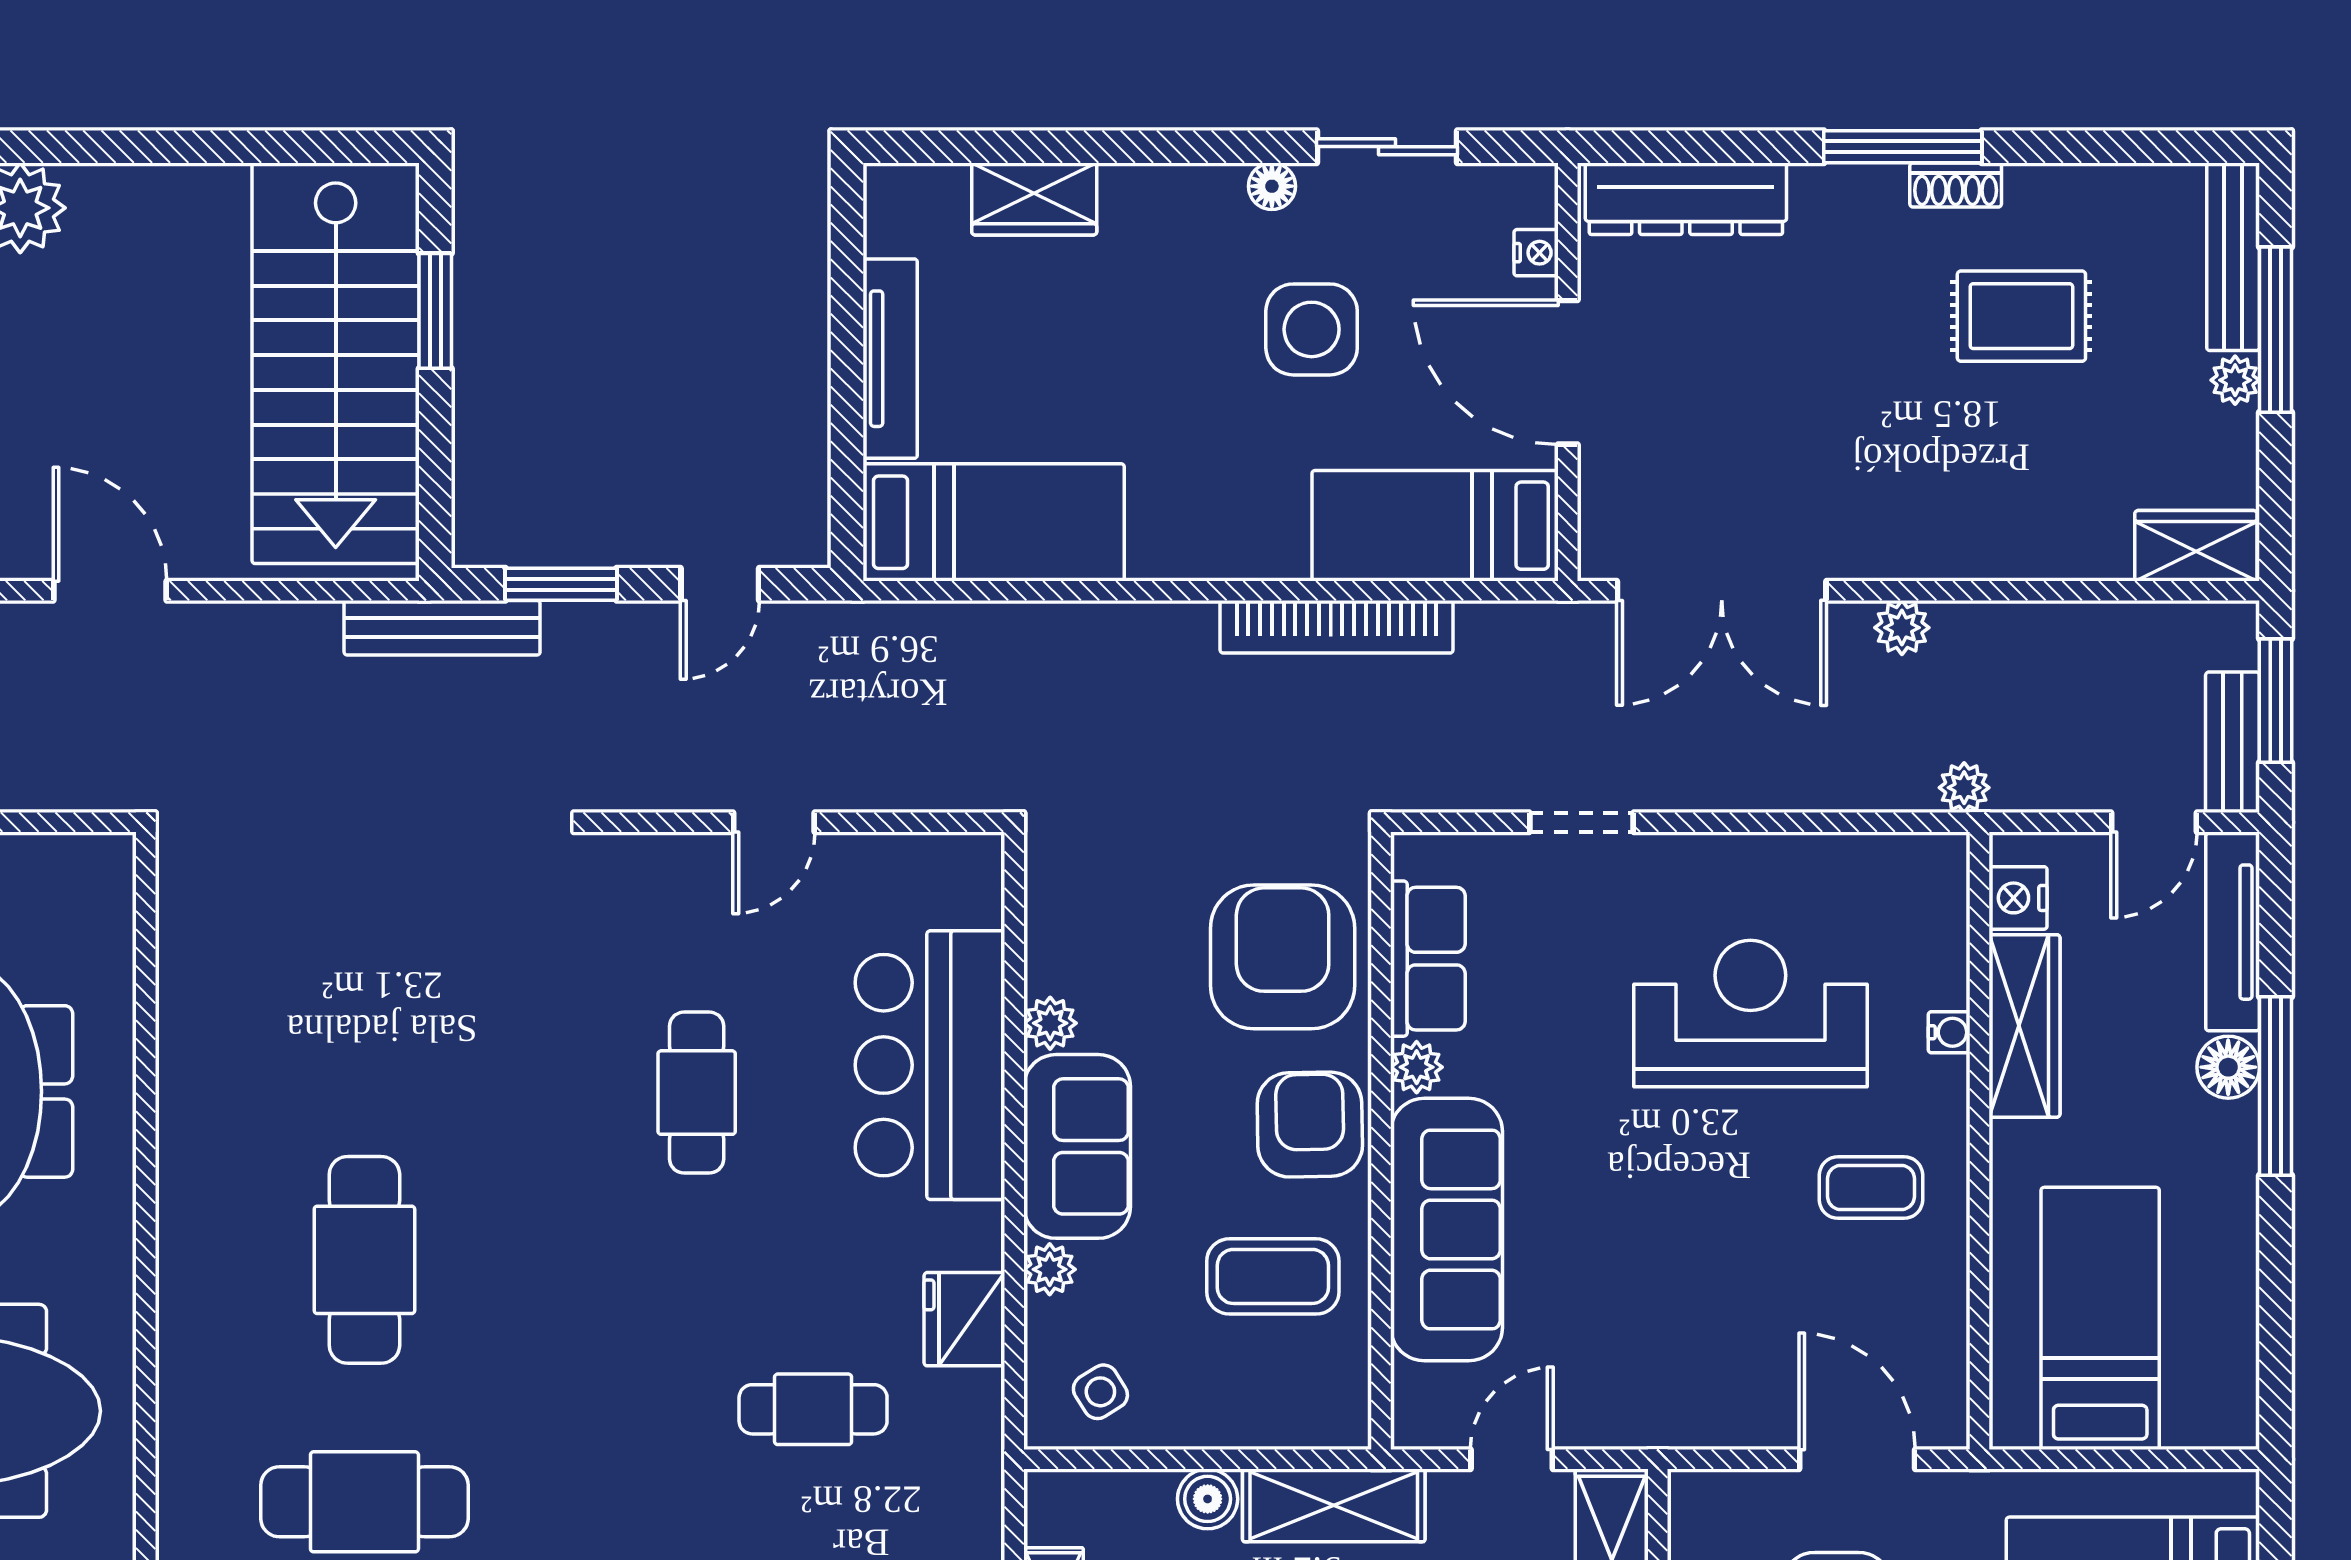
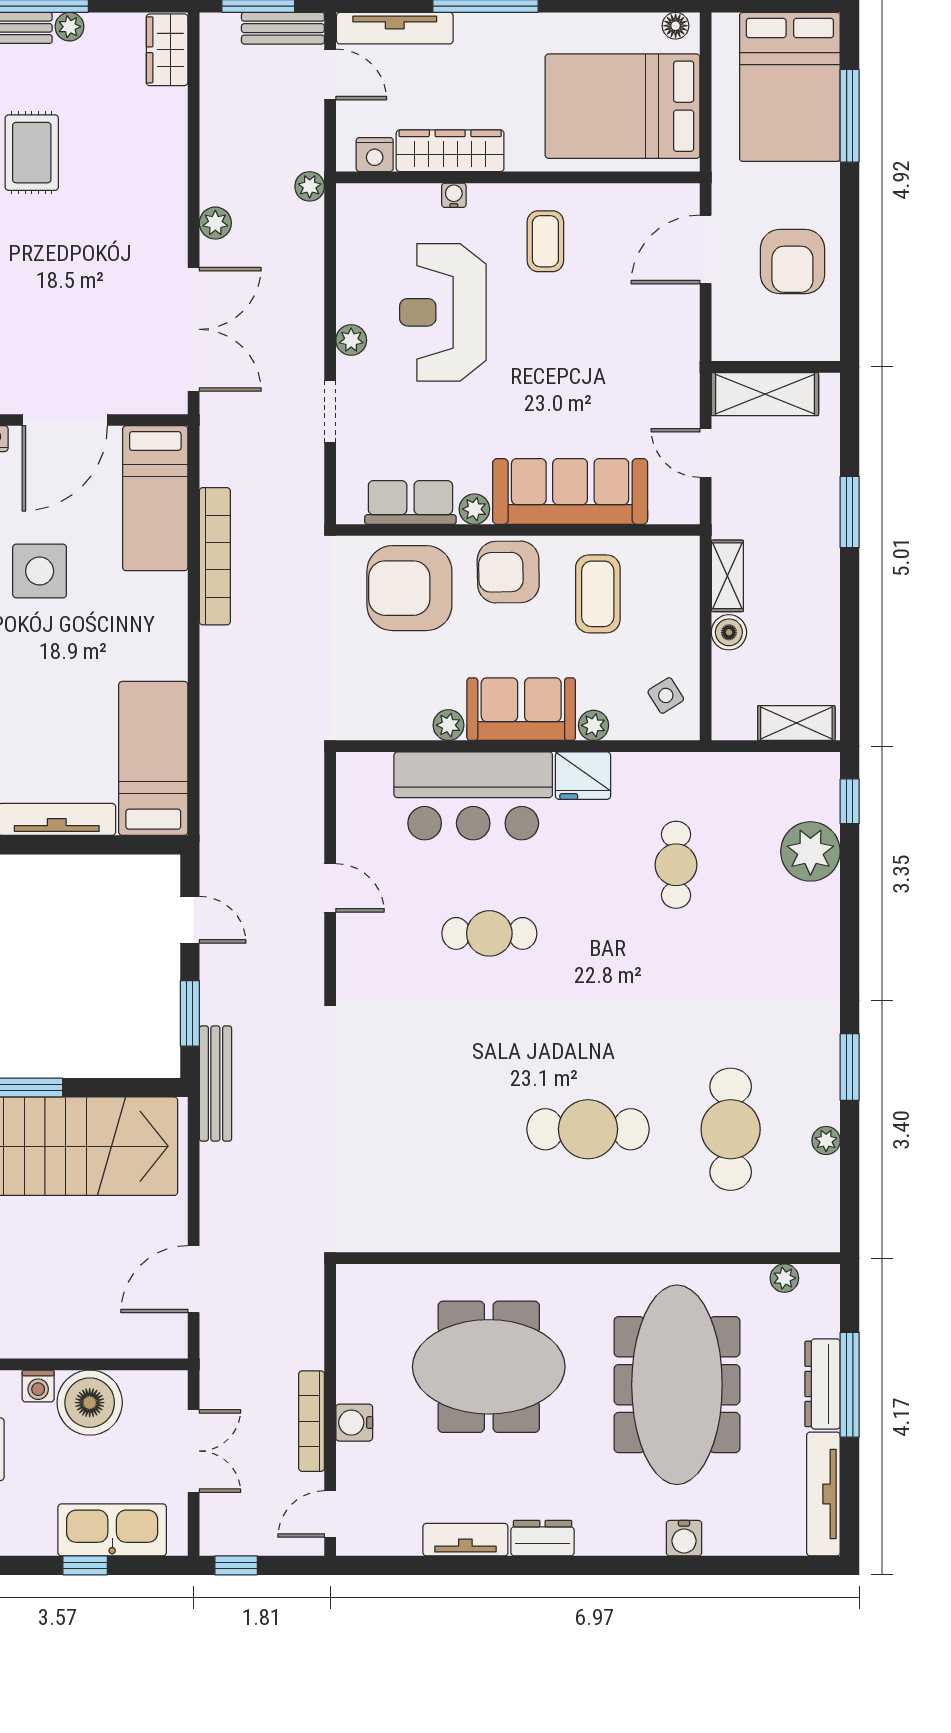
plant: (1703, 858) -> (351, 340), added
floor lamp: (2228, 1067) -> (676, 26), moved, width x0.73, depth x0.73
bed: (2100, 1318) -> (623, 106), width x1.50
fridge: (964, 1319) -> (583, 776), moved
shelving: (1334, 1505) -> (727, 576), width x0.67, depth x0.75

